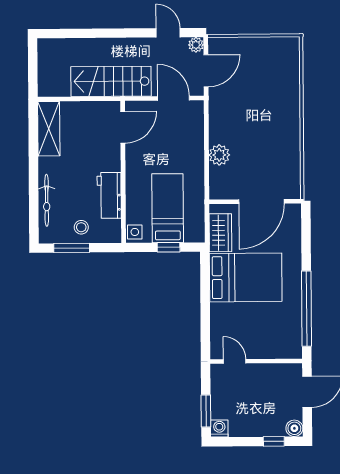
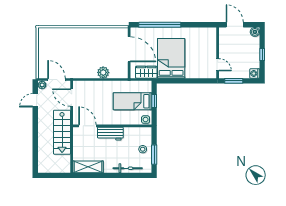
door: (174, 98) -> (72, 98), hinge flipped
workbench: (109, 195) -> (110, 134), moved
window: (306, 309) -> (160, 25), moved
door: (235, 361) -> (218, 65), swing flipped
window: (206, 411) -> (234, 81), moved
window: (274, 441) -> (262, 54), moved

